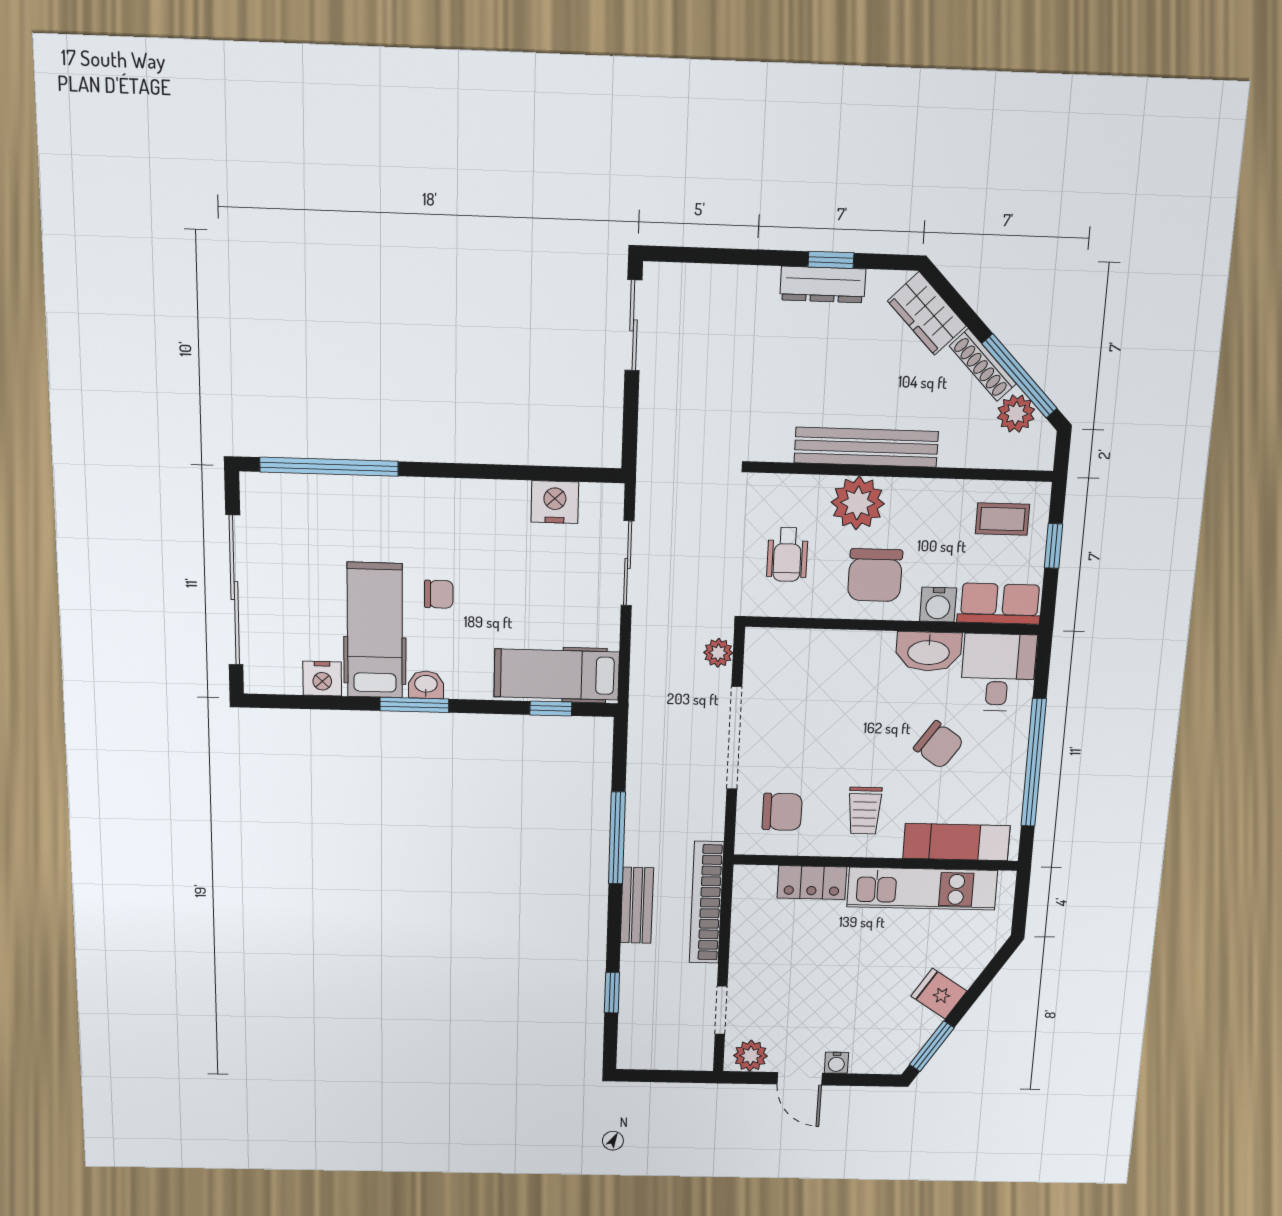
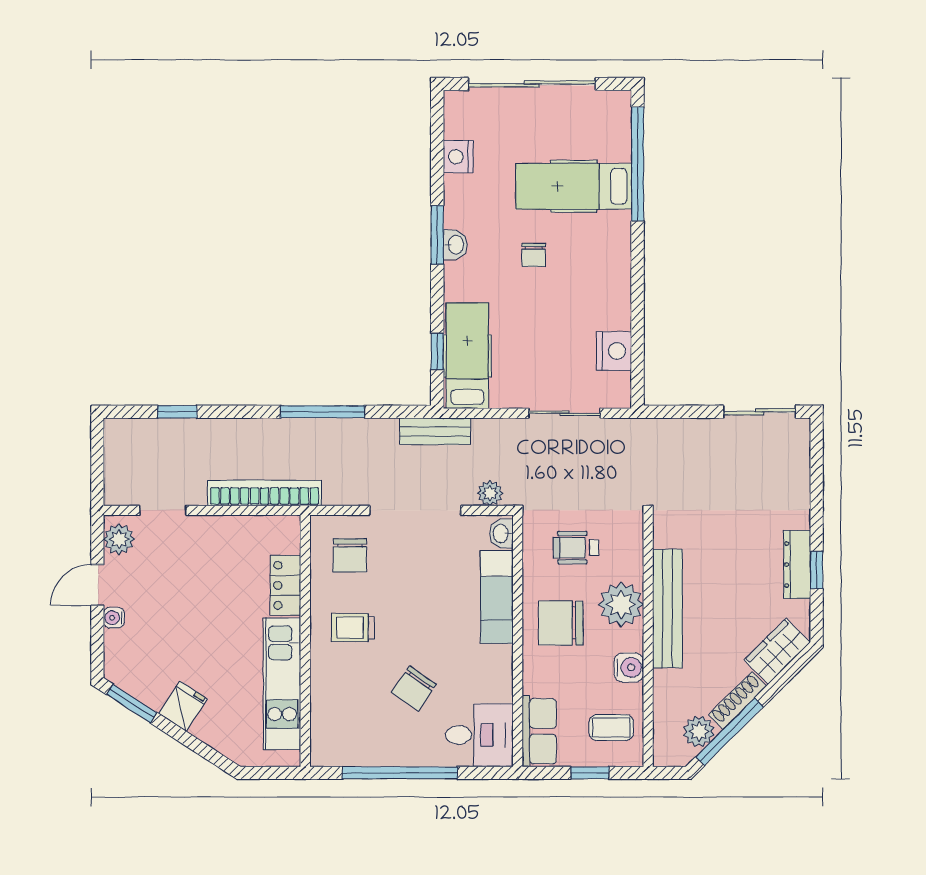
coffee table: (1002, 519) -> (611, 727), turned 90
water cooler: (938, 605) -> (629, 667), moved, turned 180
hospital bed: (375, 630) -> (574, 186), moved, turned 180
washbasin: (929, 651) -> (501, 534), moved, width x0.52, depth x0.69
exam couch: (956, 842) -> (497, 597), moved, turned 180
bench: (637, 905) -> (435, 431), moved

